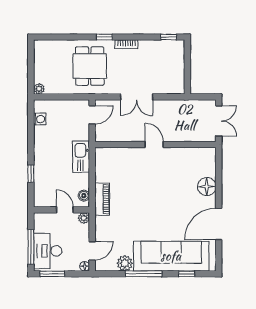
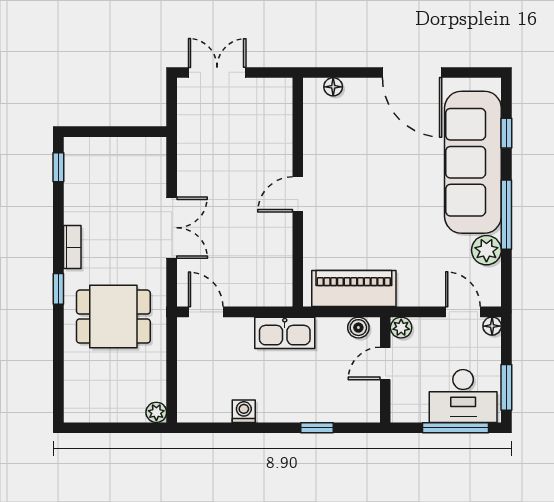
washing machine: (40, 119) -> (244, 411), moved
door: (154, 145) -> (298, 194), moved
wall: (155, 145) -> (298, 192), moved
floor lamp: (207, 187) -> (333, 87), width x0.53, depth x0.53
piano: (102, 199) -> (354, 288), width x1.37, depth x1.33

